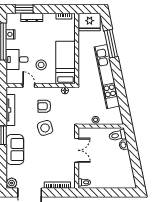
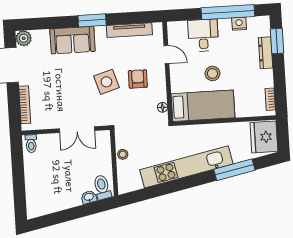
stool: (41, 65) -> (212, 73), moved
door: (29, 86) -> (166, 55), hinge flipped

